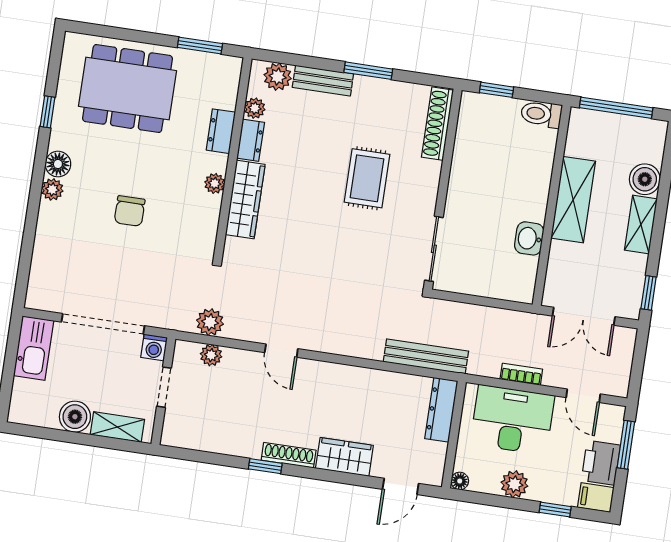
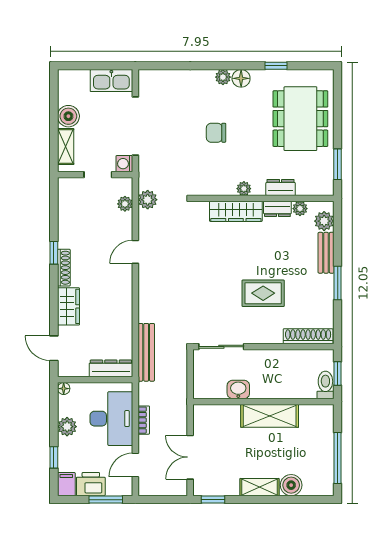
toilet: (541, 114) -> (325, 385), moved
shelving: (573, 200) -> (270, 416), moved
wall: (552, 205) -> (263, 402), moved
washbasin: (529, 238) -> (238, 389), moved

